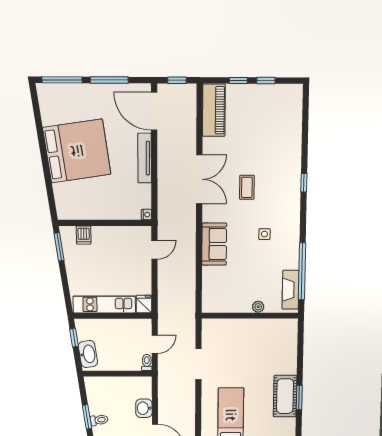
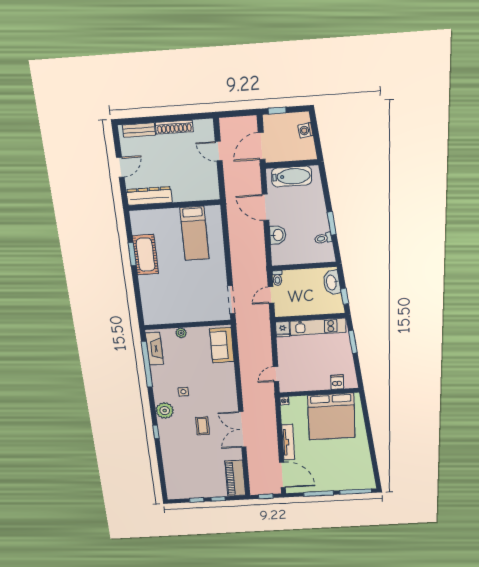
bed: (77, 151) -> (331, 417), moved, turned -82
plant: (290, 211) -> (165, 410), added
sofa: (214, 244) -> (222, 345), moved
window: (59, 247) -> (353, 342), moved
doorway: (198, 364) -> (231, 300), moved
toilet: (99, 420) -> (323, 238), moved

